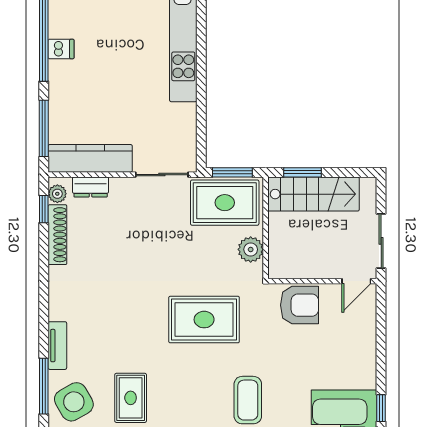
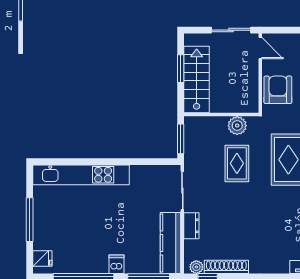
dishwasher: (61, 49) -> (116, 264), moved
window: (303, 172) -> (181, 69), moved
dresser: (91, 187) -> (191, 226), moved
rug: (225, 203) -> (237, 163), moved, width x0.73, depth x0.70

